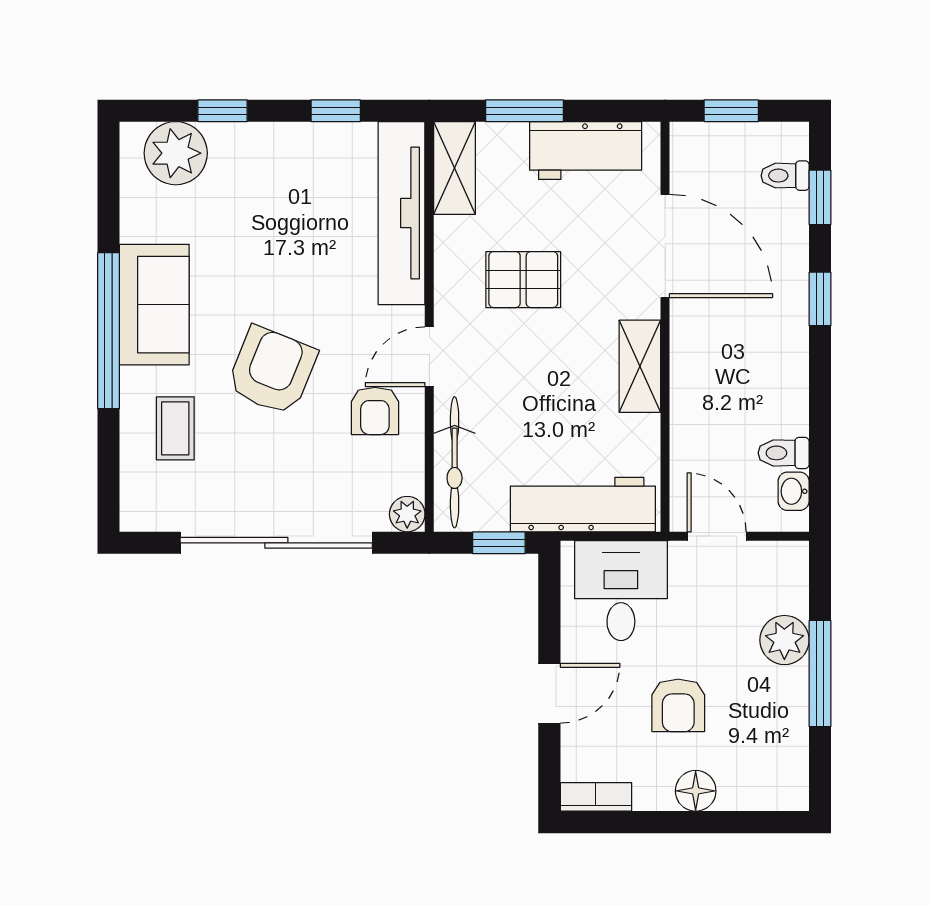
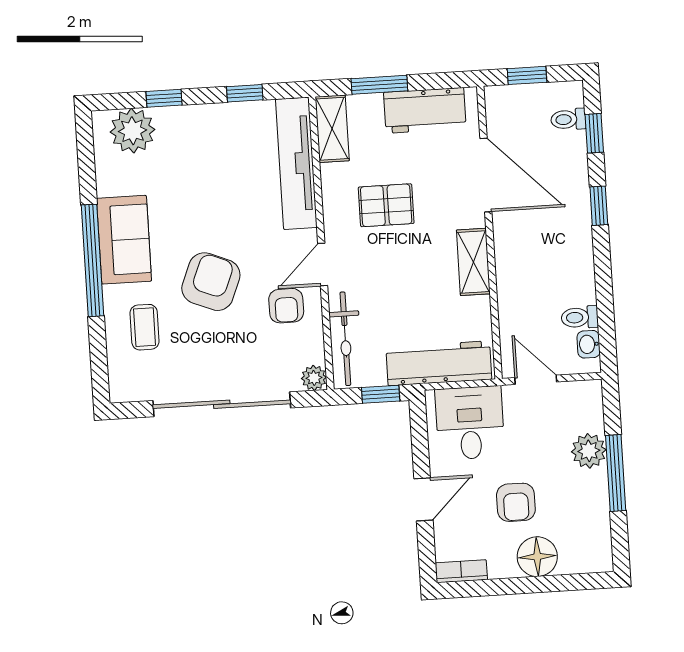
floor lamp: (696, 791) -> (537, 557), width x1.38, depth x1.38

